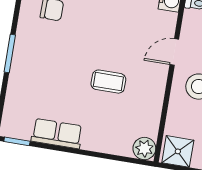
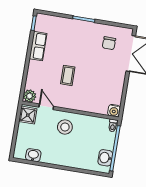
door: (174, 52) -> (46, 107), moved

